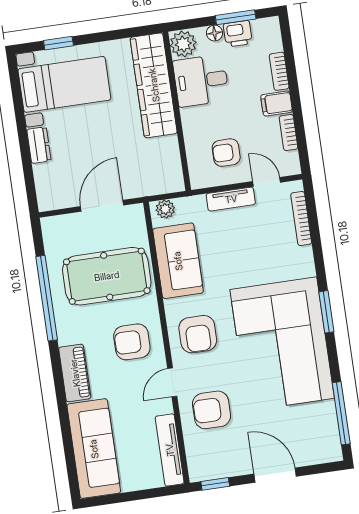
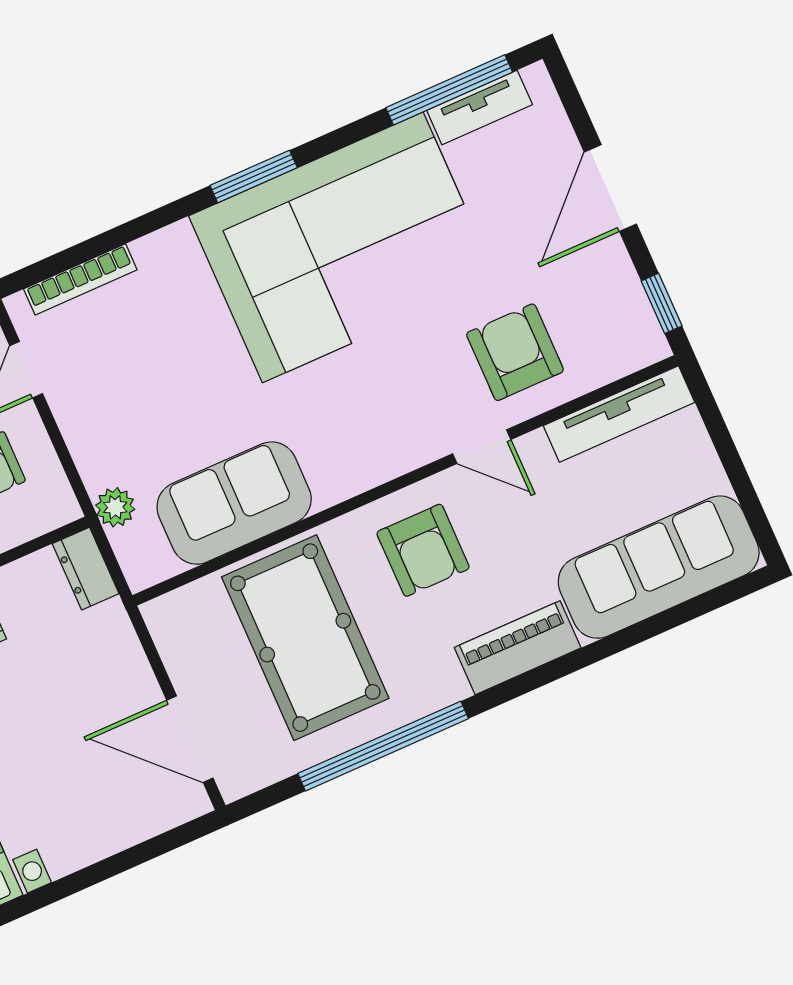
dresser: (39, 145) -> (86, 569), moved, turned -90
tv unit: (231, 199) -> (480, 108), moved, turned 90
door: (102, 206) -> (190, 739), moved
plant: (165, 209) -> (115, 507), moved
armchair: (198, 334) -> (371, 422), removed
armchair: (212, 410) -> (515, 352), turned 180

